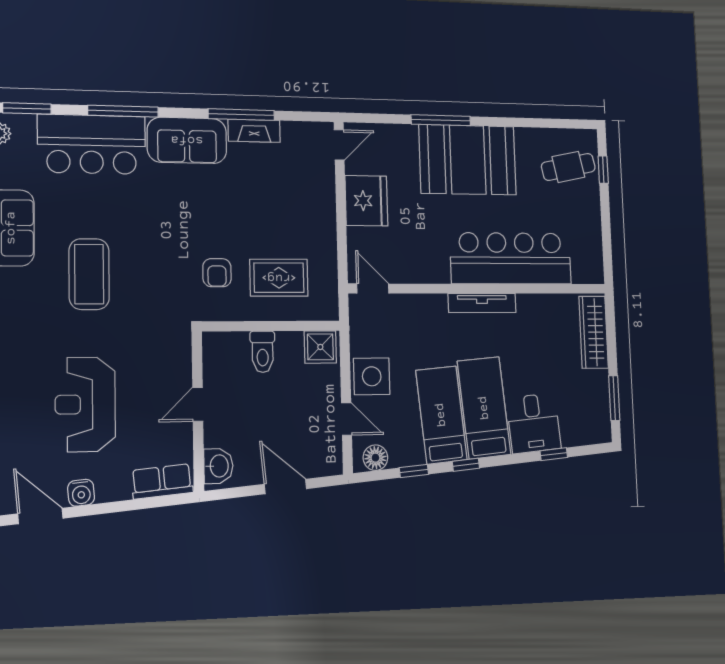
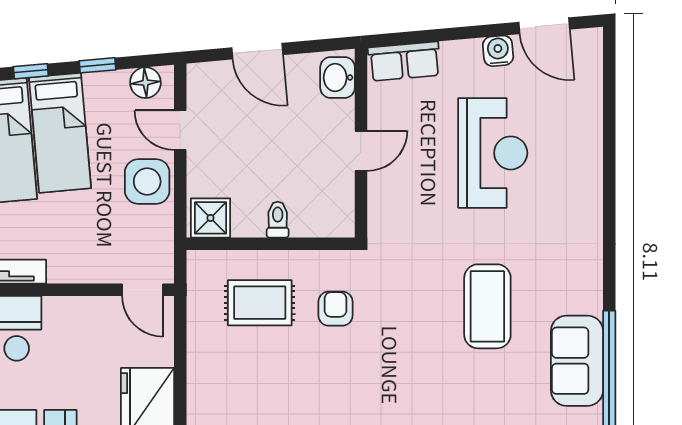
toilet: (263, 352) -> (278, 220), width x0.73, depth x0.72

